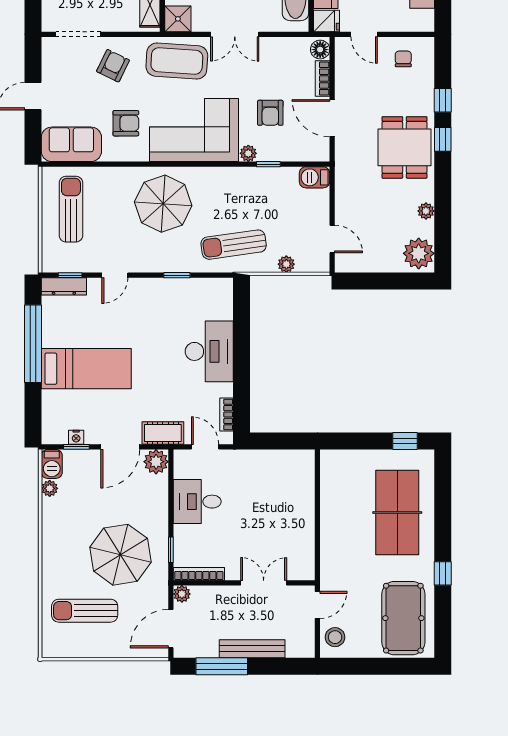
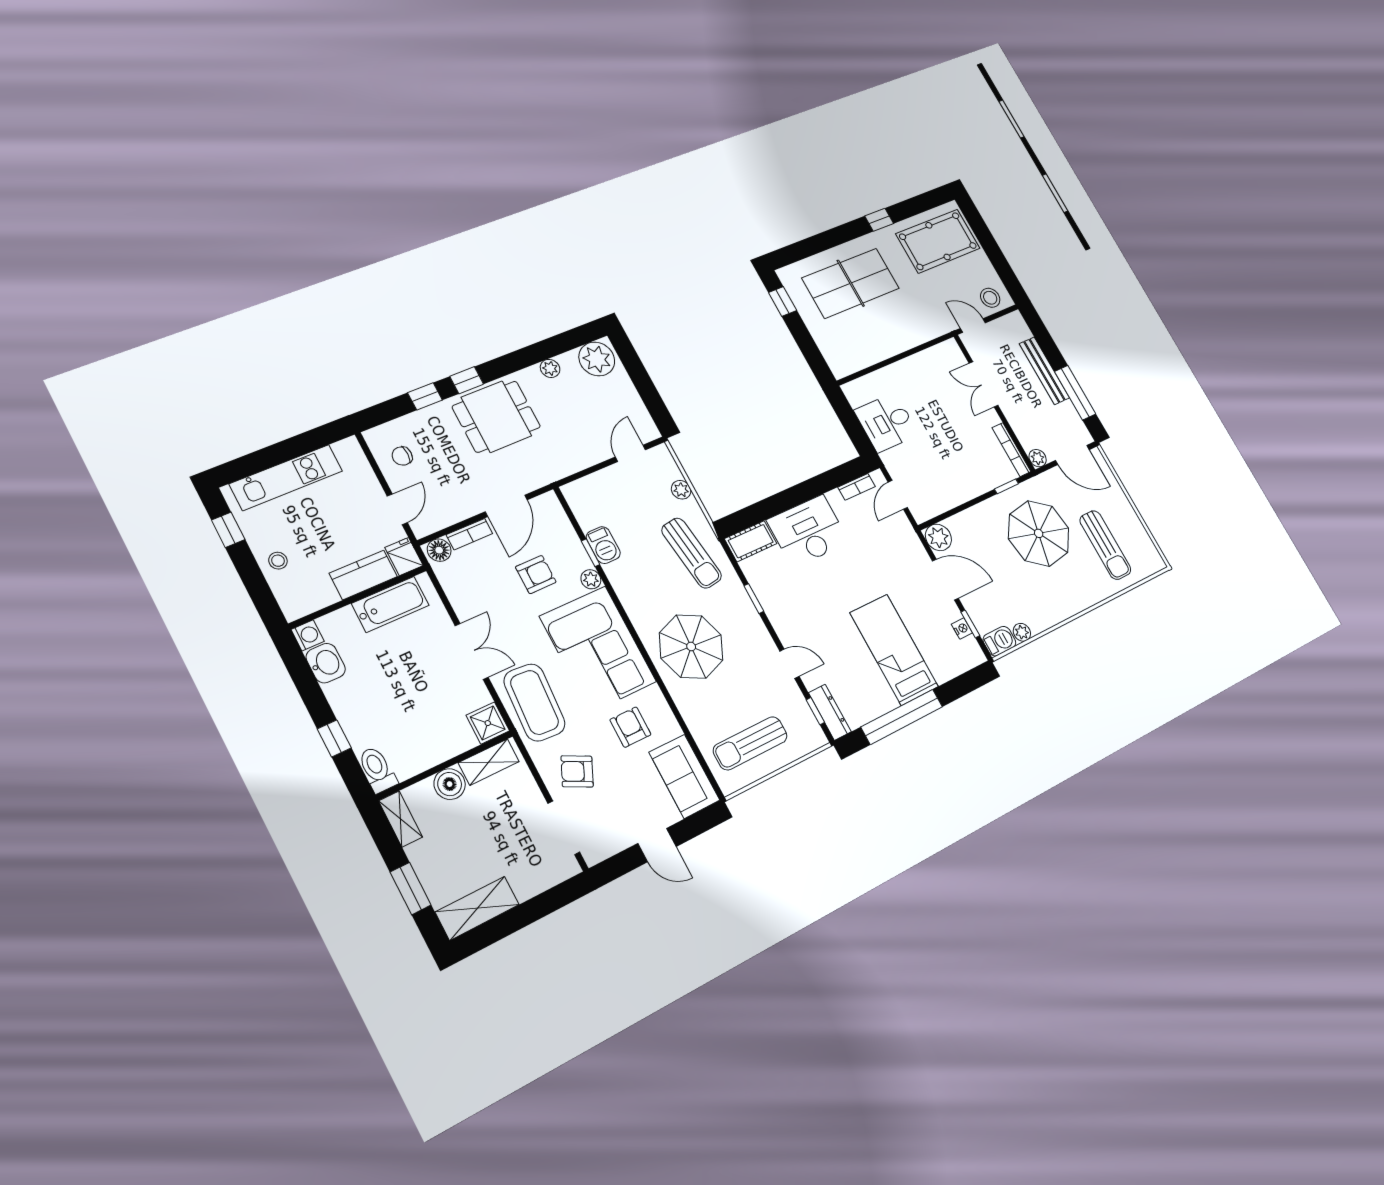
barbecue: (315, 177) -> (603, 545), moved
cot: (163, 433) -> (751, 541), moved, turned 90
desk: (197, 502) -> (886, 423), moved, turned 90

